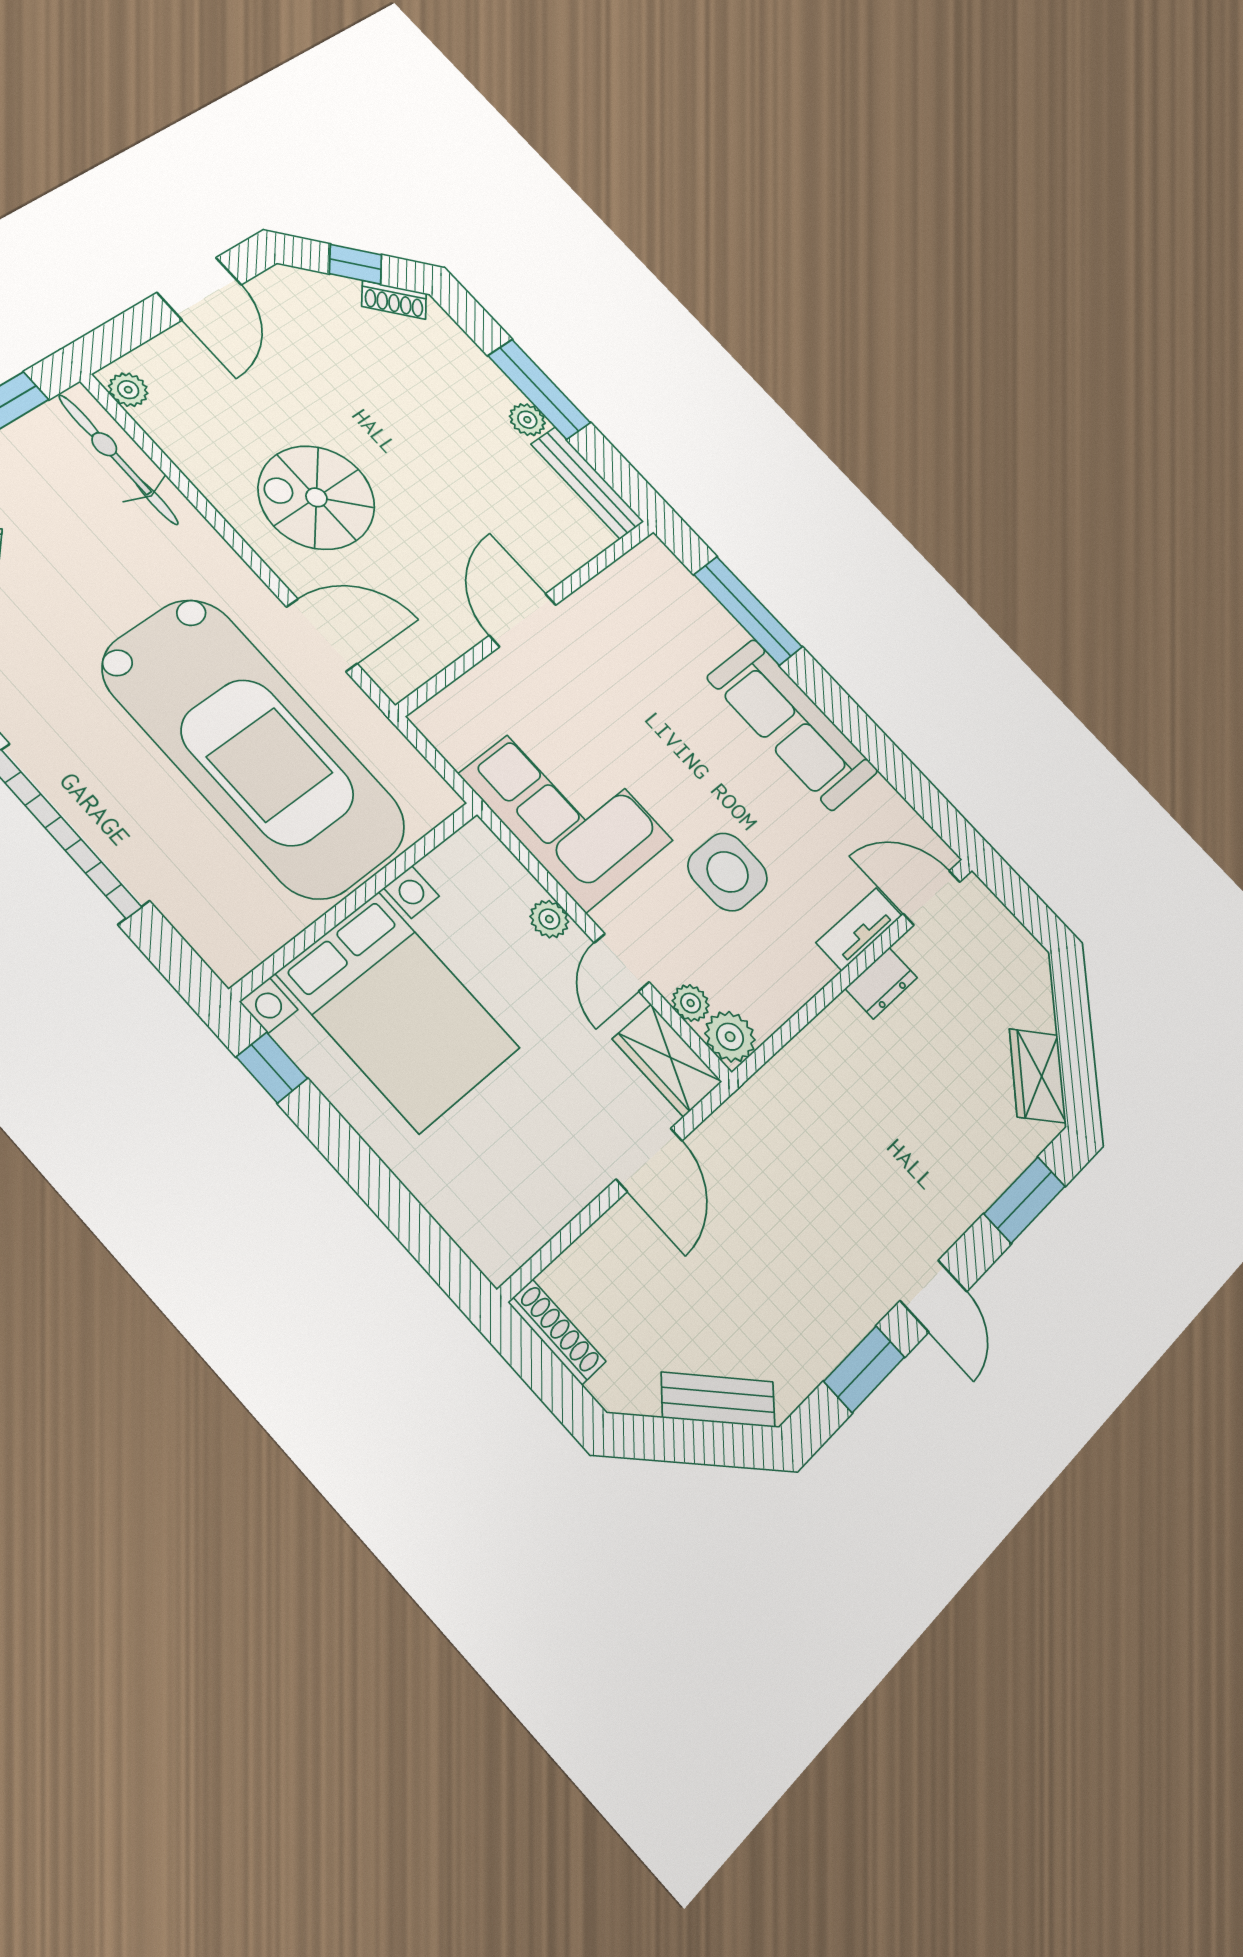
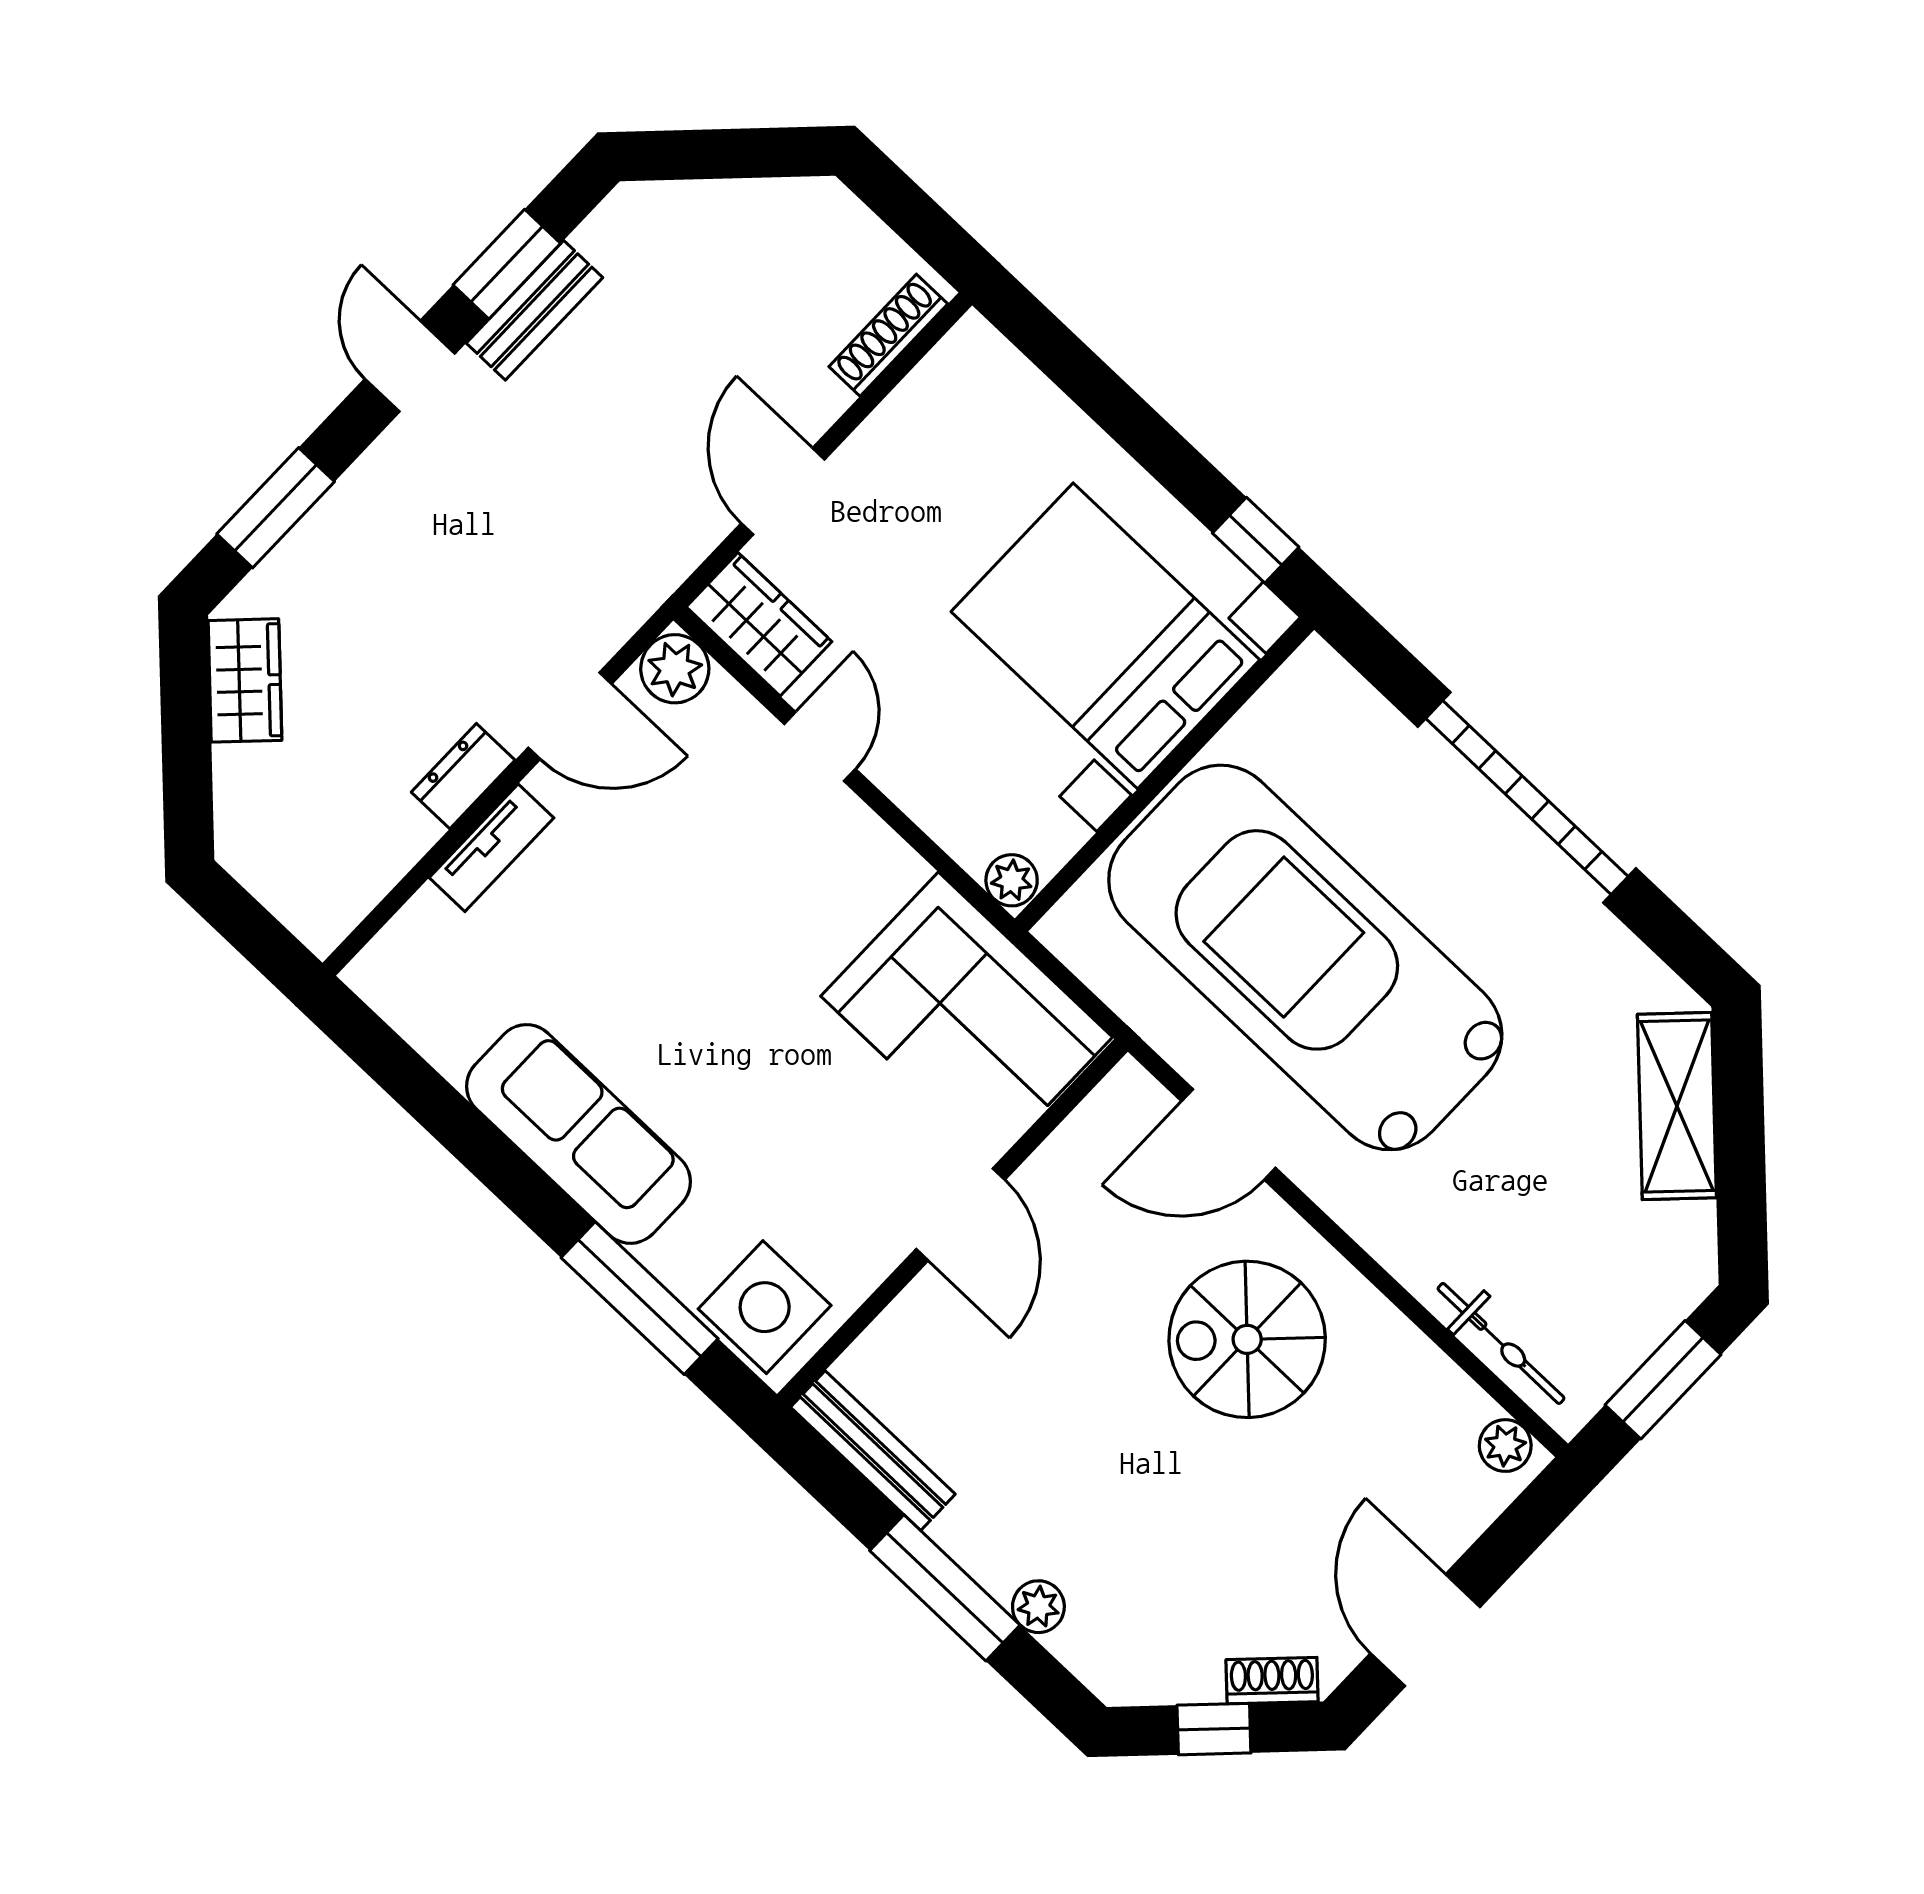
shoe rack: (394, 300) -> (1272, 1681), moved
plant: (527, 420) -> (1038, 1607), moved
bicycle: (118, 460) -> (1501, 1343), width x0.73, depth x0.71
spiral stairs: (316, 497) -> (1247, 1339), turned 180
corner sofa: (566, 807) -> (967, 1017), moved
side table: (728, 872) -> (765, 1307), moved
door: (932, 898) -> (570, 716), moved
plant: (549, 919) -> (1012, 880), moved
plant: (691, 1003) -> (728, 706), removed
shoe rack: (557, 1332) -> (888, 335), moved, turned 90
bench: (718, 1400) -> (534, 310), moved, turned -45

